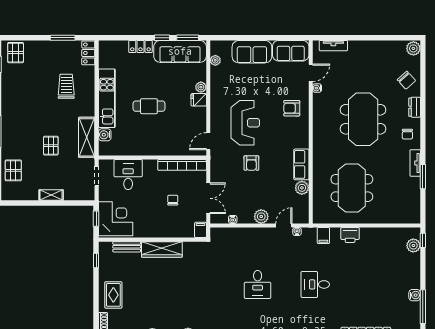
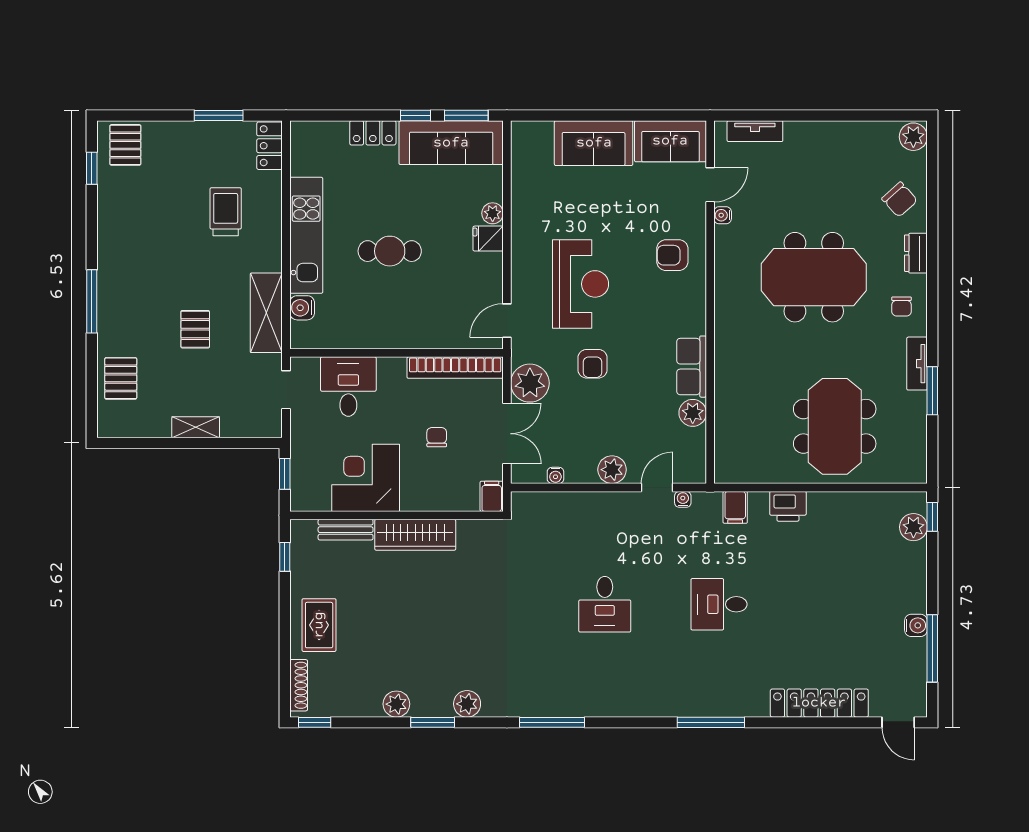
plant: (215, 60) -> (530, 383), moved, width x1.87, depth x1.87
meeting table: (363, 119) -> (814, 277), turned 90
meeting table: (352, 188) -> (835, 426), moved
corner desk: (116, 219) -> (366, 478), moved, turned -90

